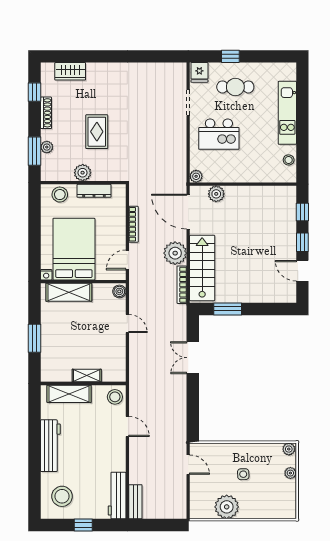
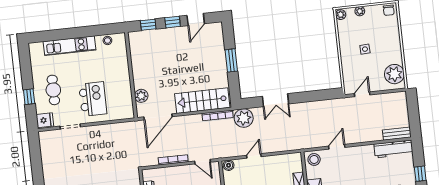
plant: (196, 176) -> (129, 114), removed
plant: (175, 253) -> (244, 118), moved
window: (228, 309) -> (231, 60), moved
plant: (227, 507) -> (394, 74), moved
chair: (288, 509) -> (389, 10), added

